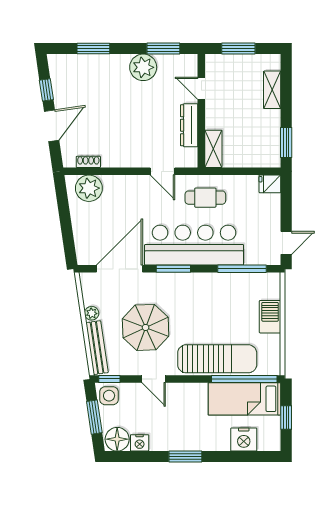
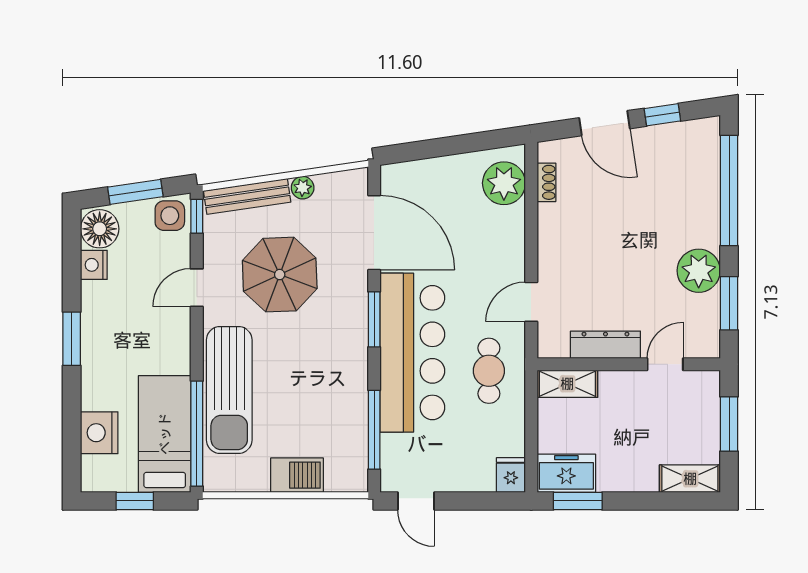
window: (93, 49) -> (729, 190), width x2.11
shelving: (272, 90) -> (690, 479), moved
freezer: (269, 150) -> (566, 473), added

